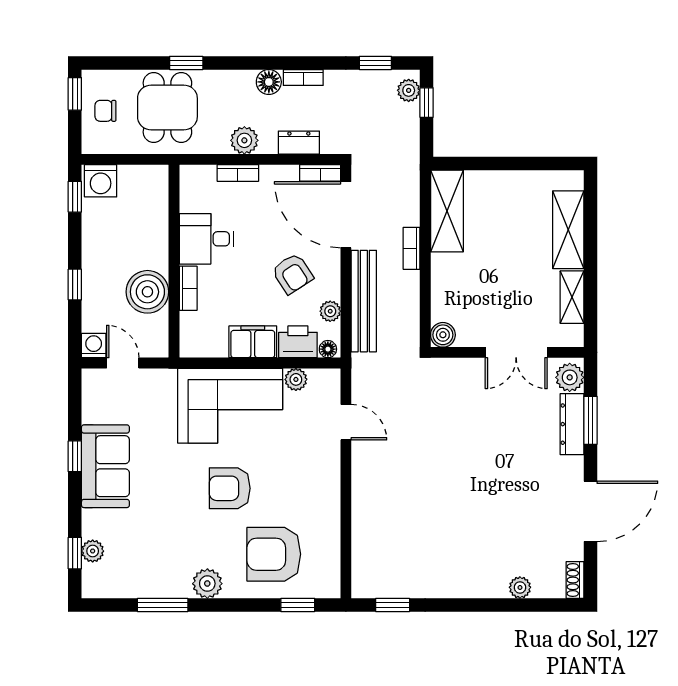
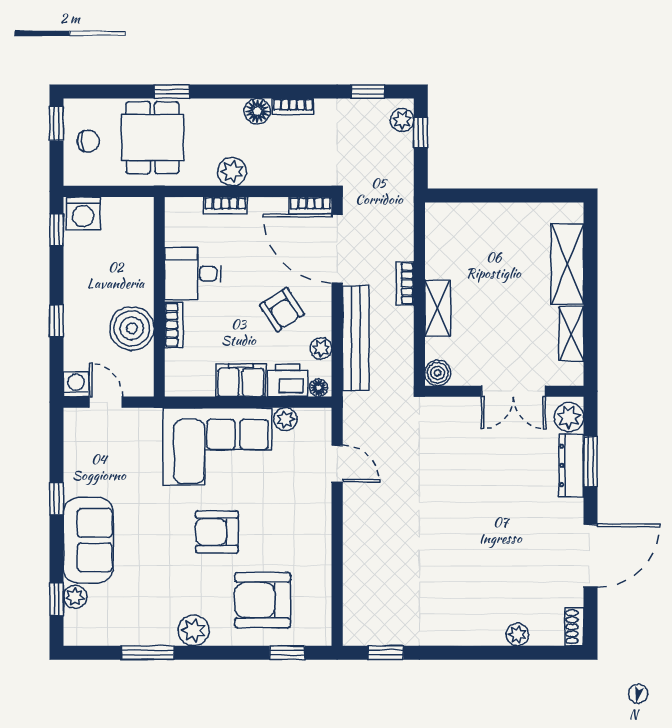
chair: (105, 111) -> (88, 141), turned 180
dresser: (299, 143) -> (289, 174), removed
shelving: (447, 211) -> (438, 308), moved, width x0.67, depth x0.75
sofa: (105, 466) -> (88, 540), moved

